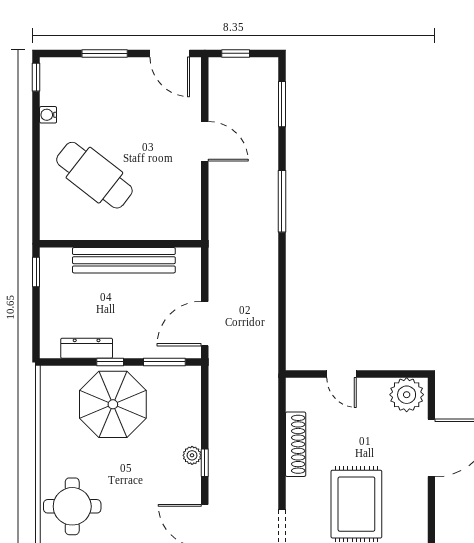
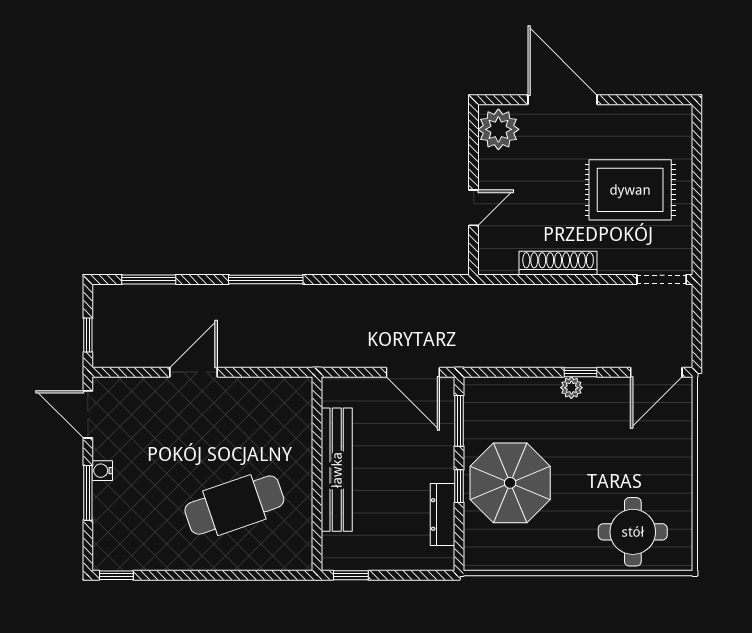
door: (170, 53) -> (88, 414), swing flipped
water cooler: (48, 115) -> (102, 471), moved, turned 90
cafe table: (94, 175) -> (234, 505), turned 33

